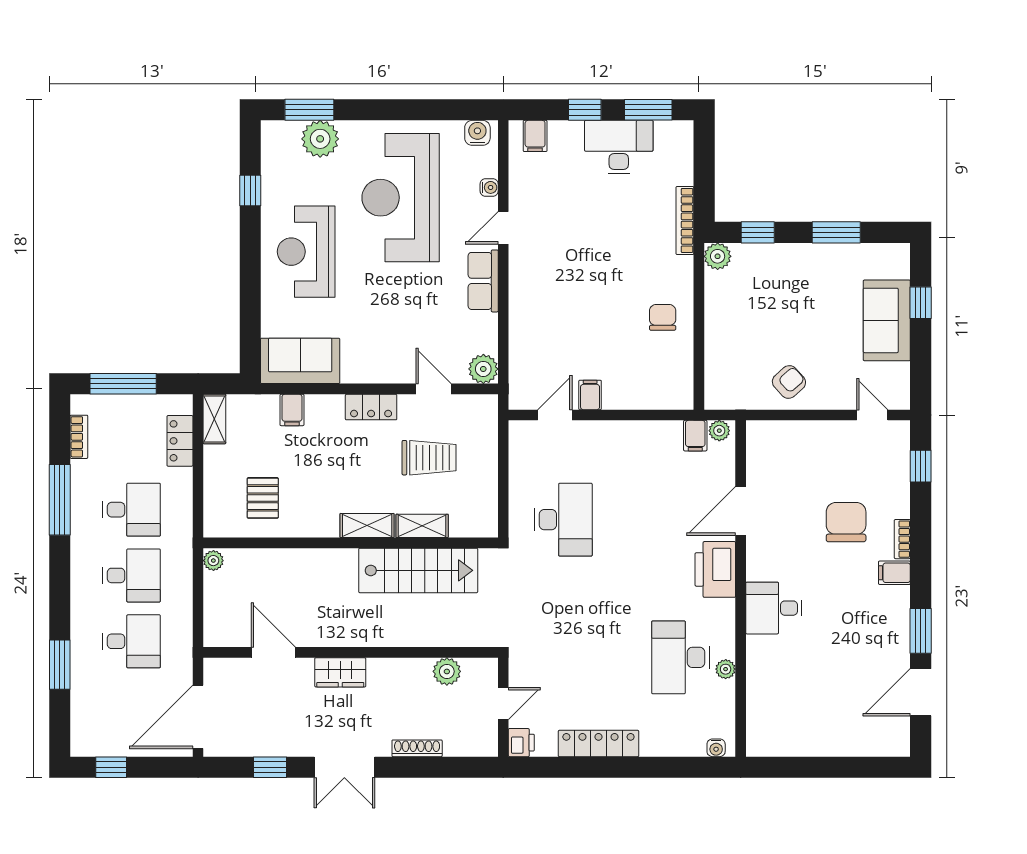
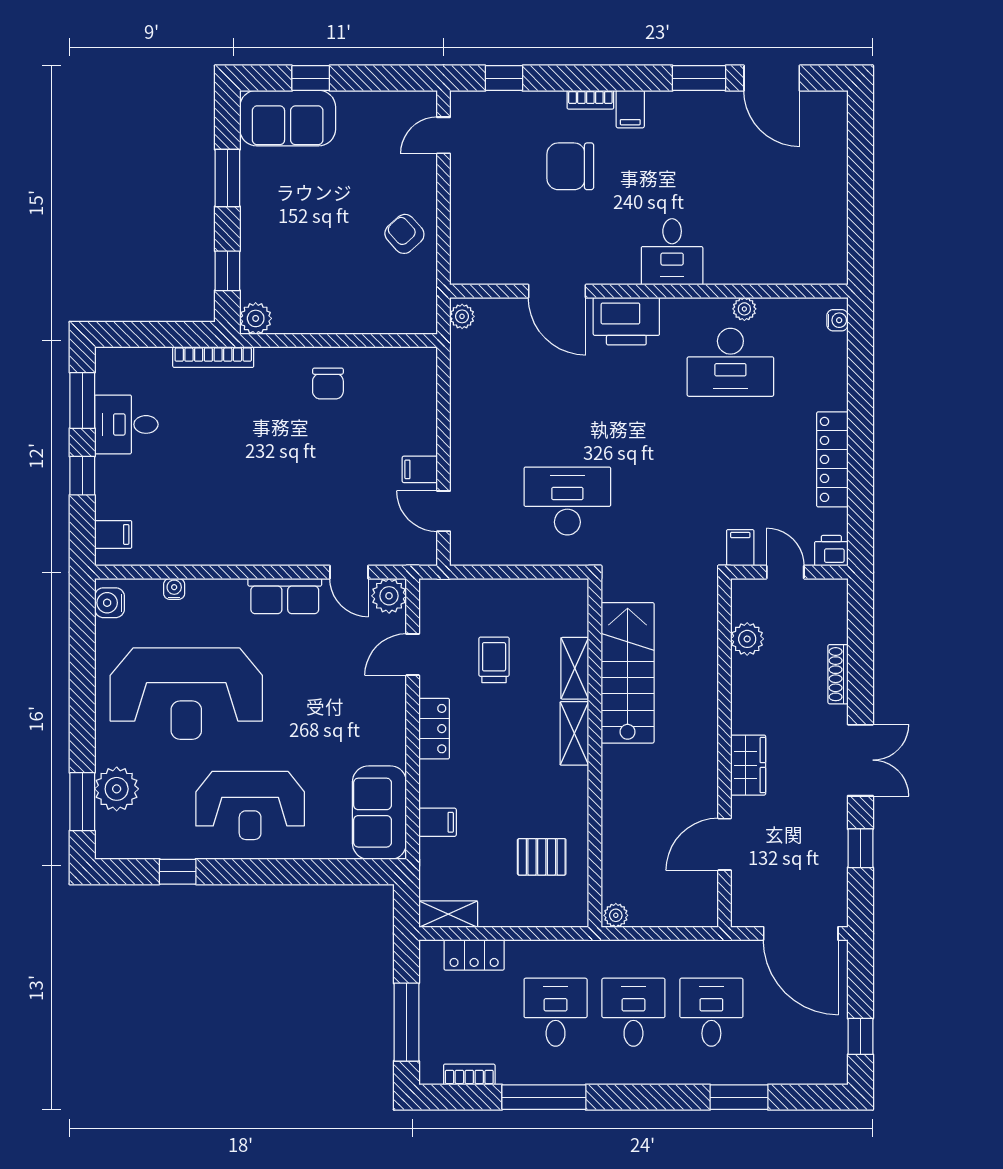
desk: (619, 147) -> (126, 424), width x0.73
door: (503, 228) -> (349, 572), moved
chair: (663, 317) -> (328, 383), turned -90
sofa: (887, 320) -> (288, 118), moved
filing cabinet: (695, 436) -> (740, 548), moved, turned -90
trolley: (429, 458) -> (494, 660), width x0.73, depth x0.72

